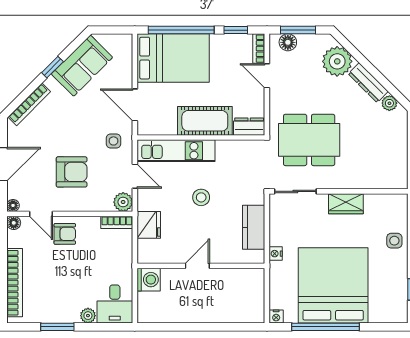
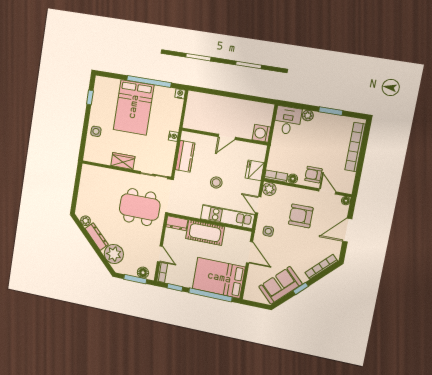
floor lamp: (14, 223) -> (293, 179), moved
bed: (333, 285) -> (134, 107), width x0.73

